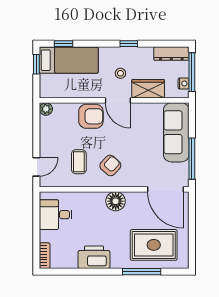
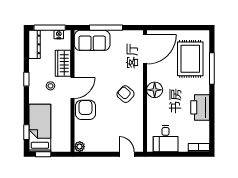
sofa: (176, 132) -> (92, 40), width x0.73
window: (192, 159) -> (106, 28), moved
coffee table: (79, 162) -> (122, 120), removed

